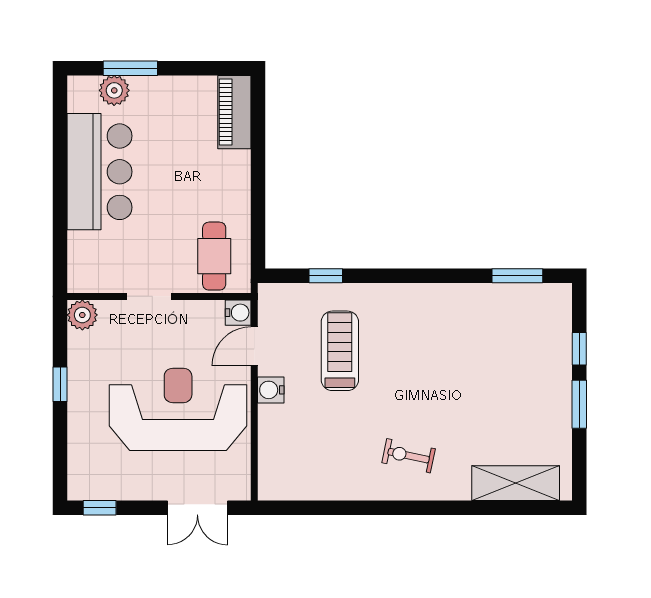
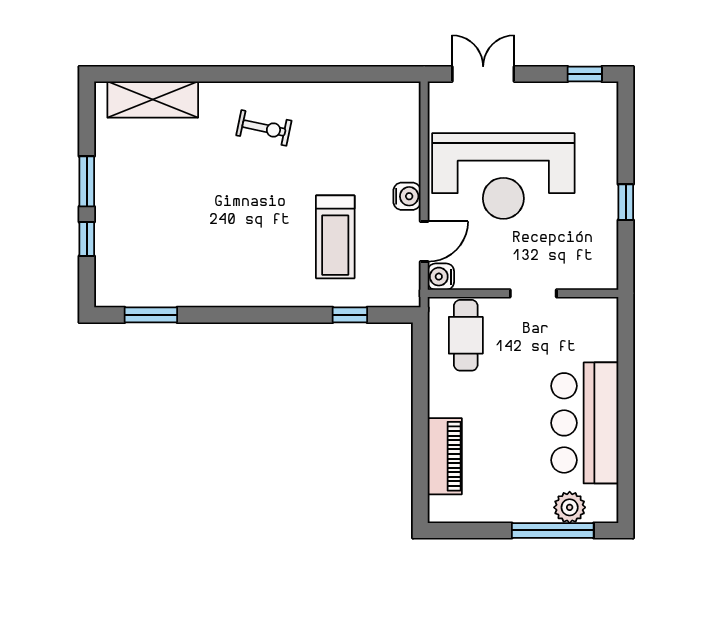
window: (130, 68) -> (553, 530), width x1.44
piano: (234, 112) -> (445, 456), moved
plant: (82, 315) -> (603, 274), removed

